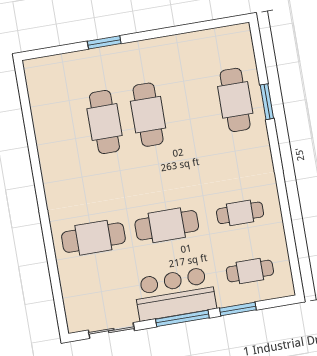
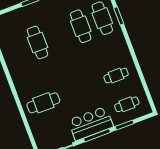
cafe table: (148, 115) -> (81, 26), moved
cafe table: (167, 225) -> (80, 89), removed

